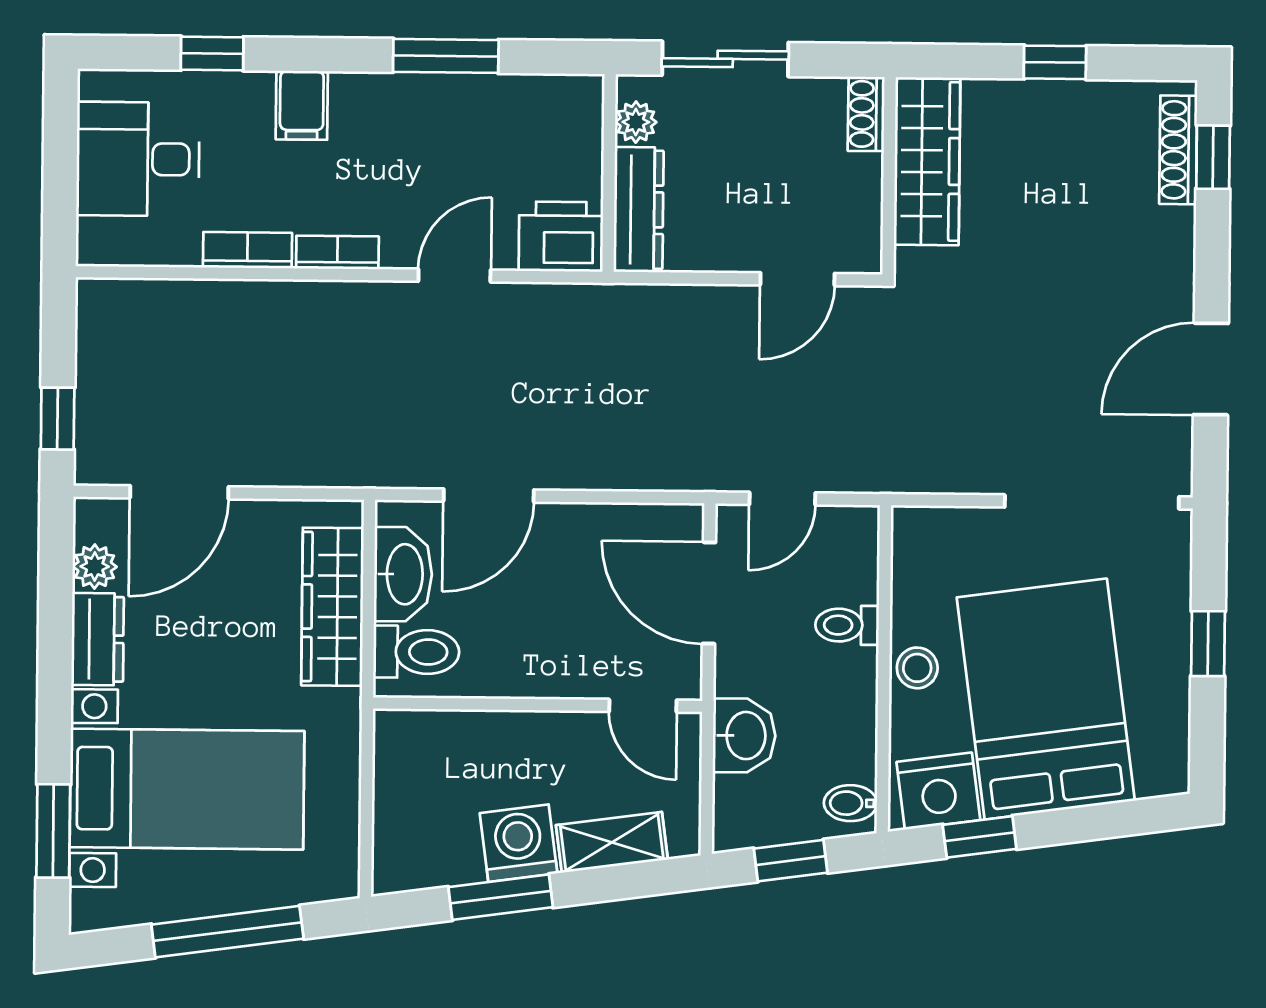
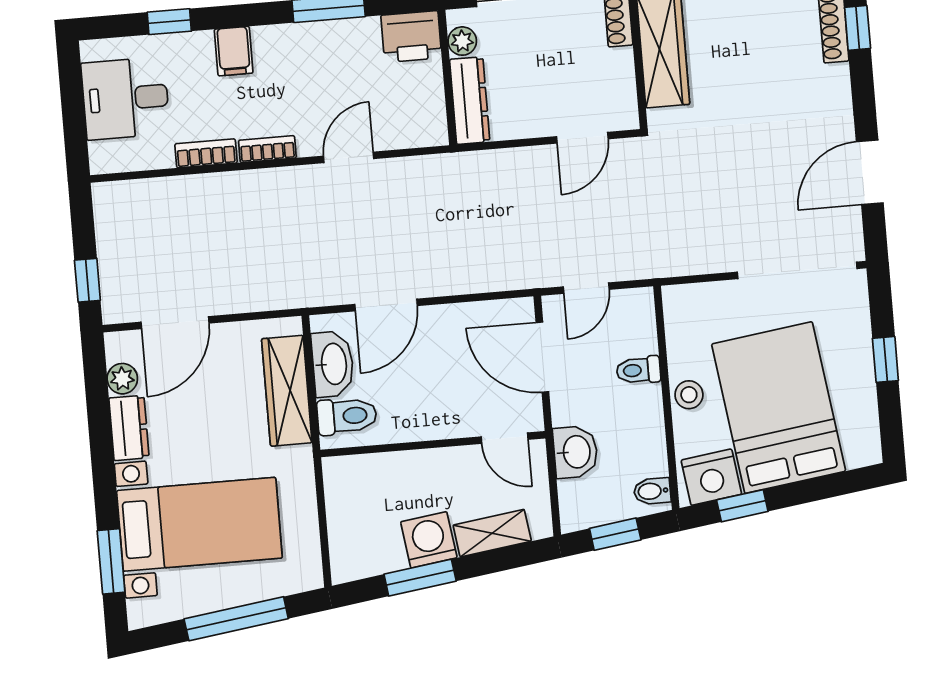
printer: (561, 237) -> (411, 37), moved, turned 180

